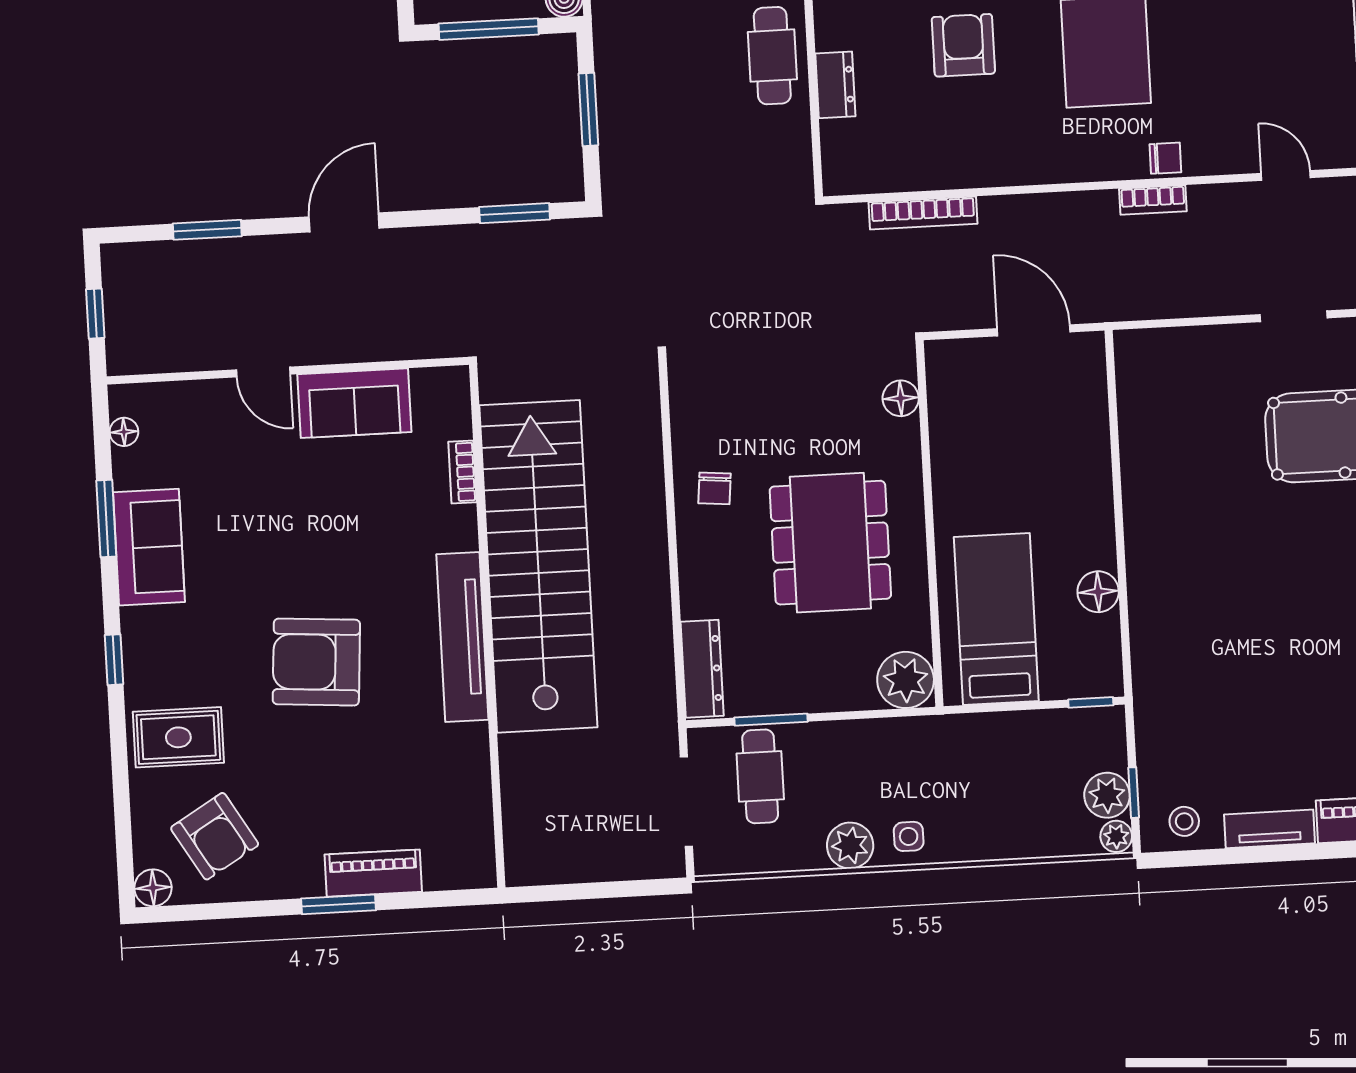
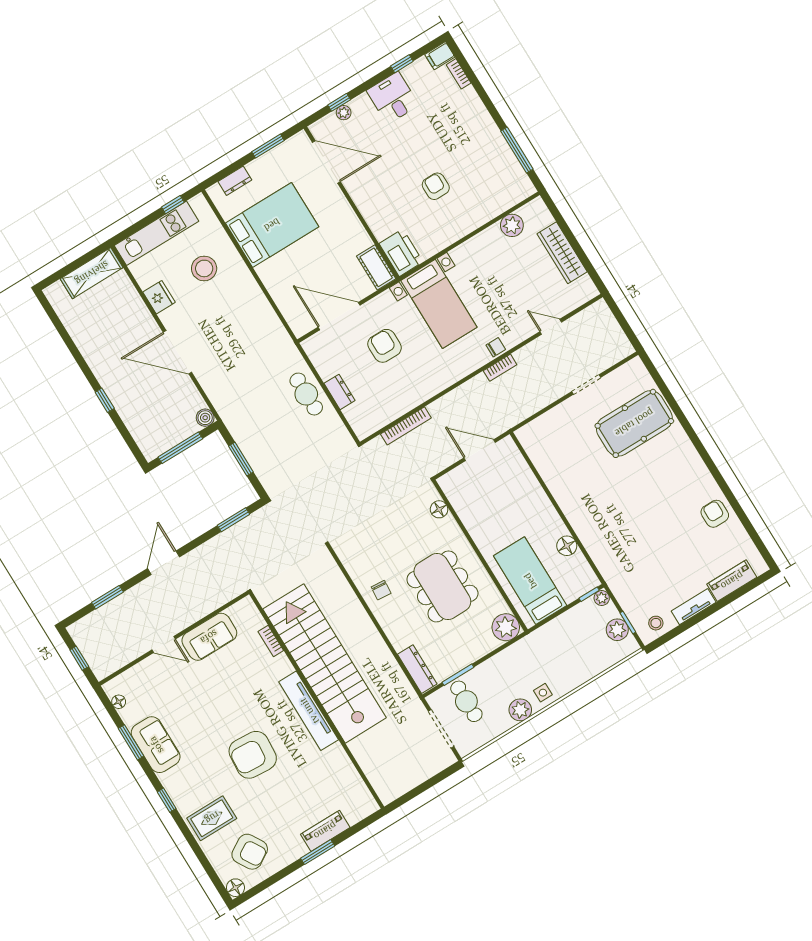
plant: (1116, 836) -> (602, 598), moved

